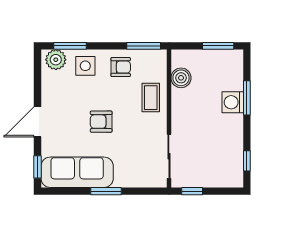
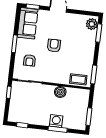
side table: (85, 66) -> (86, 40), removed
armchair: (121, 67) -> (30, 60), moved
boiler: (181, 78) -> (60, 92), moved
coffee table: (151, 98) -> (78, 79), moved
sofa: (77, 172) -> (28, 23), width x0.73

